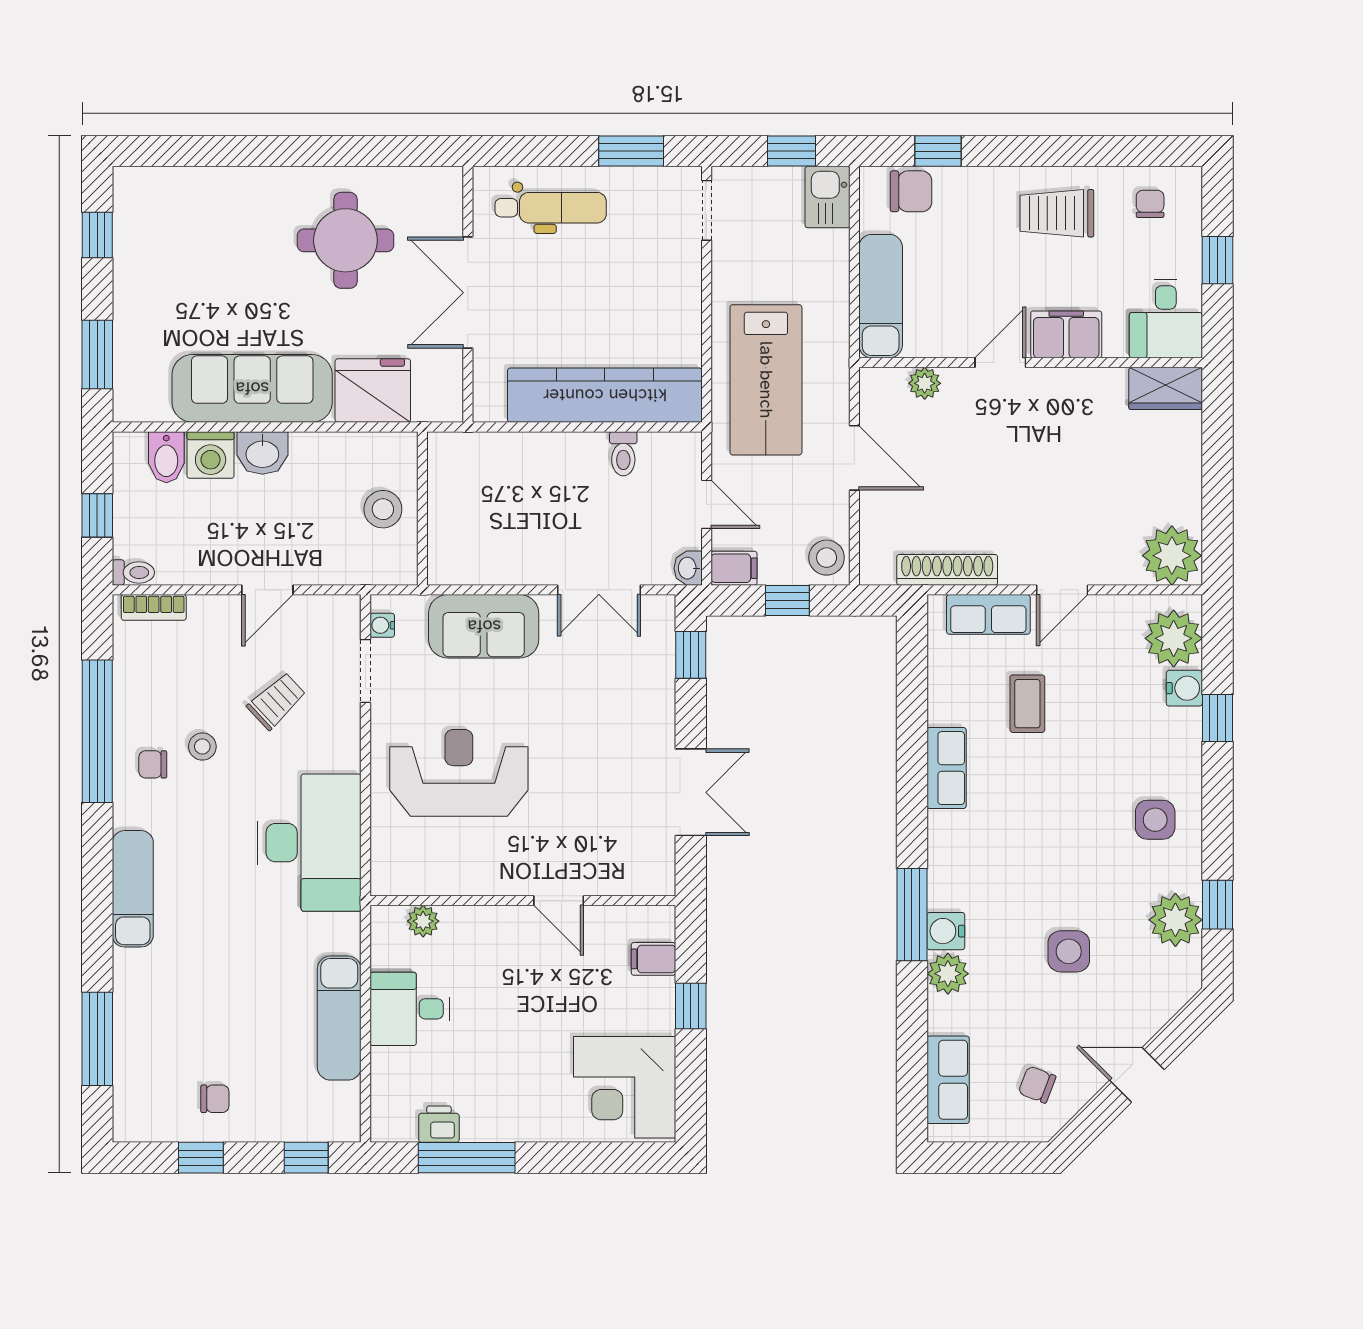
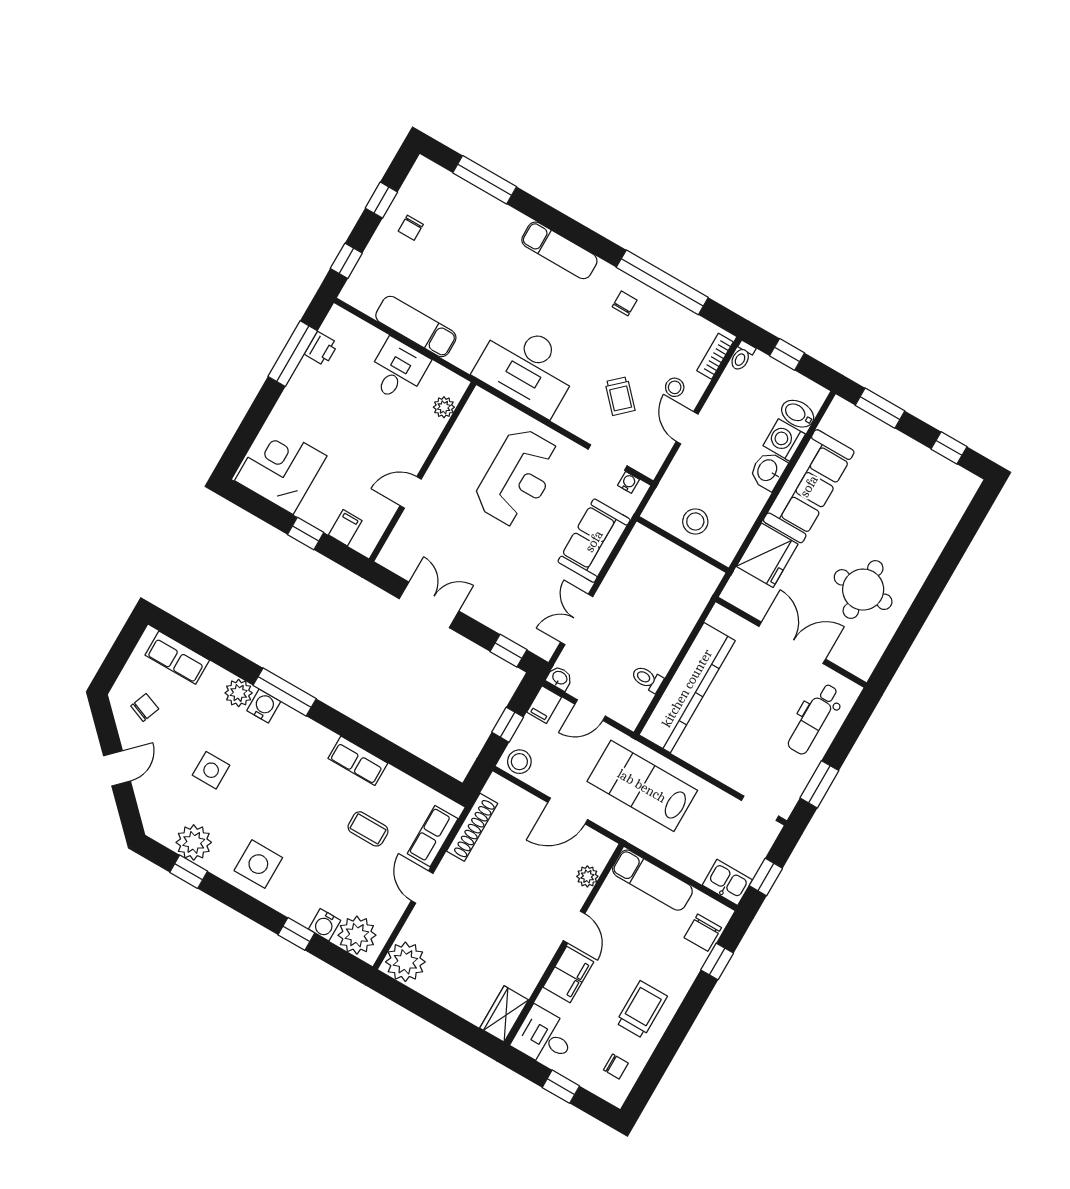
stool: (202, 747) -> (675, 387), moved
double door: (691, 792) -> (429, 605), swing flipped
side table: (1155, 820) -> (258, 864), width x1.37, depth x1.37

